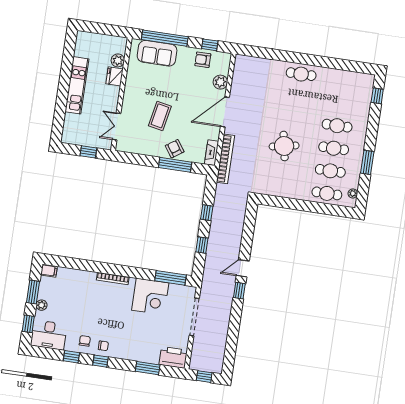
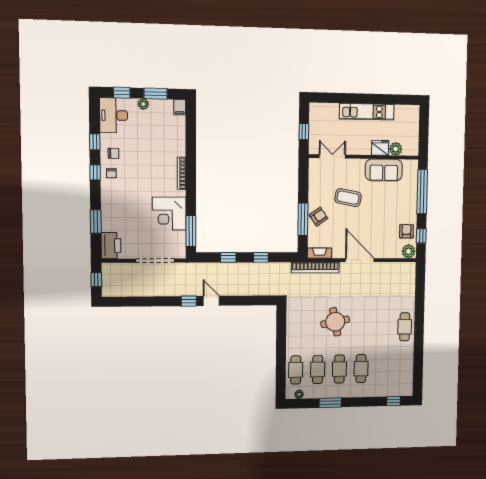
sofa: (157, 53) -> (384, 170), moved, turned -90
plant: (220, 82) -> (409, 251), moved

